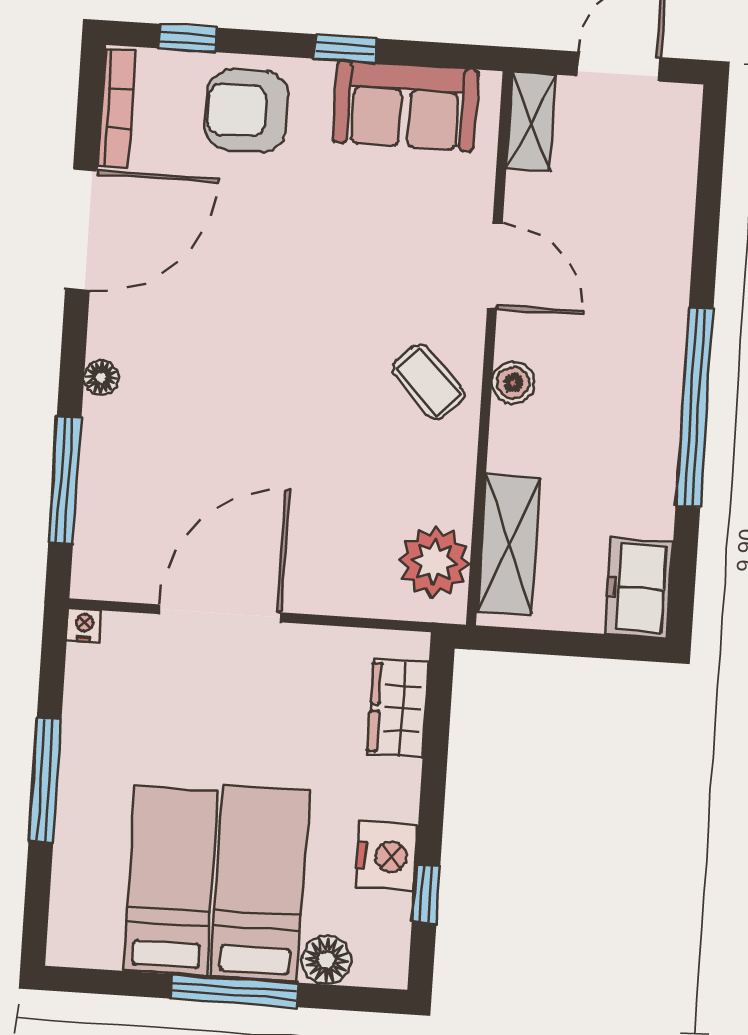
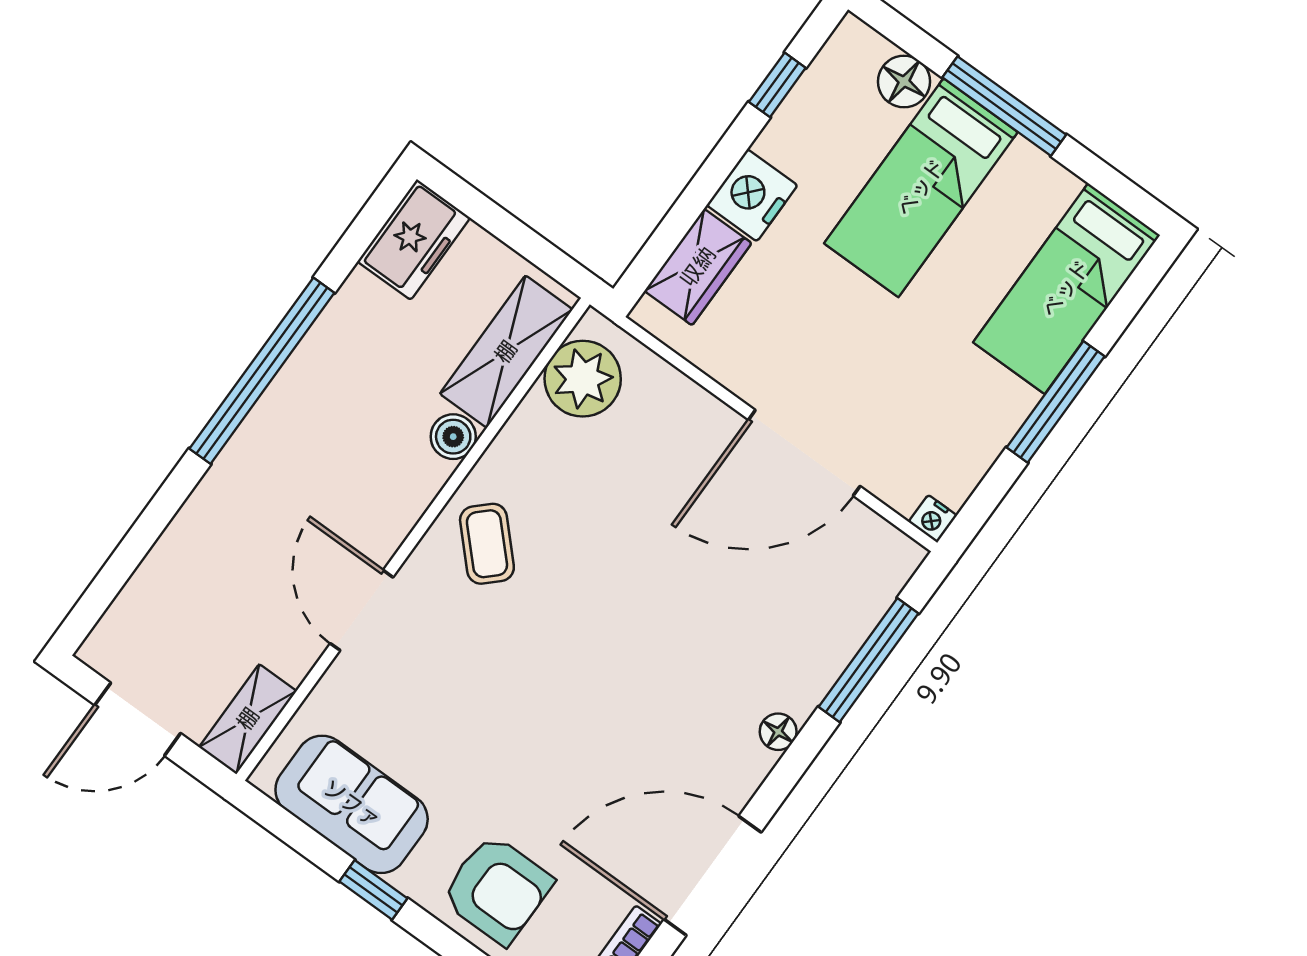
boiler: (513, 383) -> (453, 437), moved
nightstand: (387, 856) -> (752, 195), moved
bed: (171, 881) -> (1066, 289), moved

